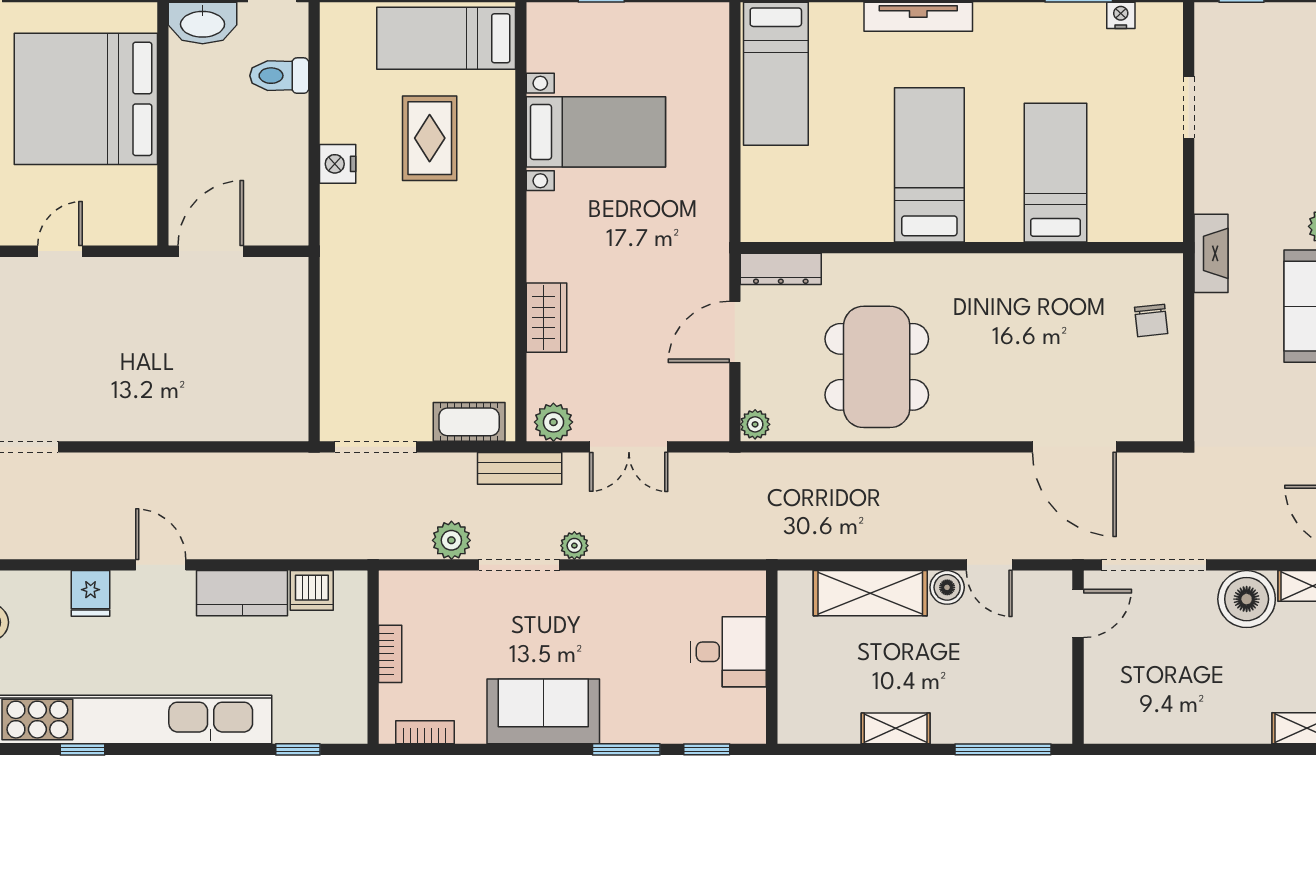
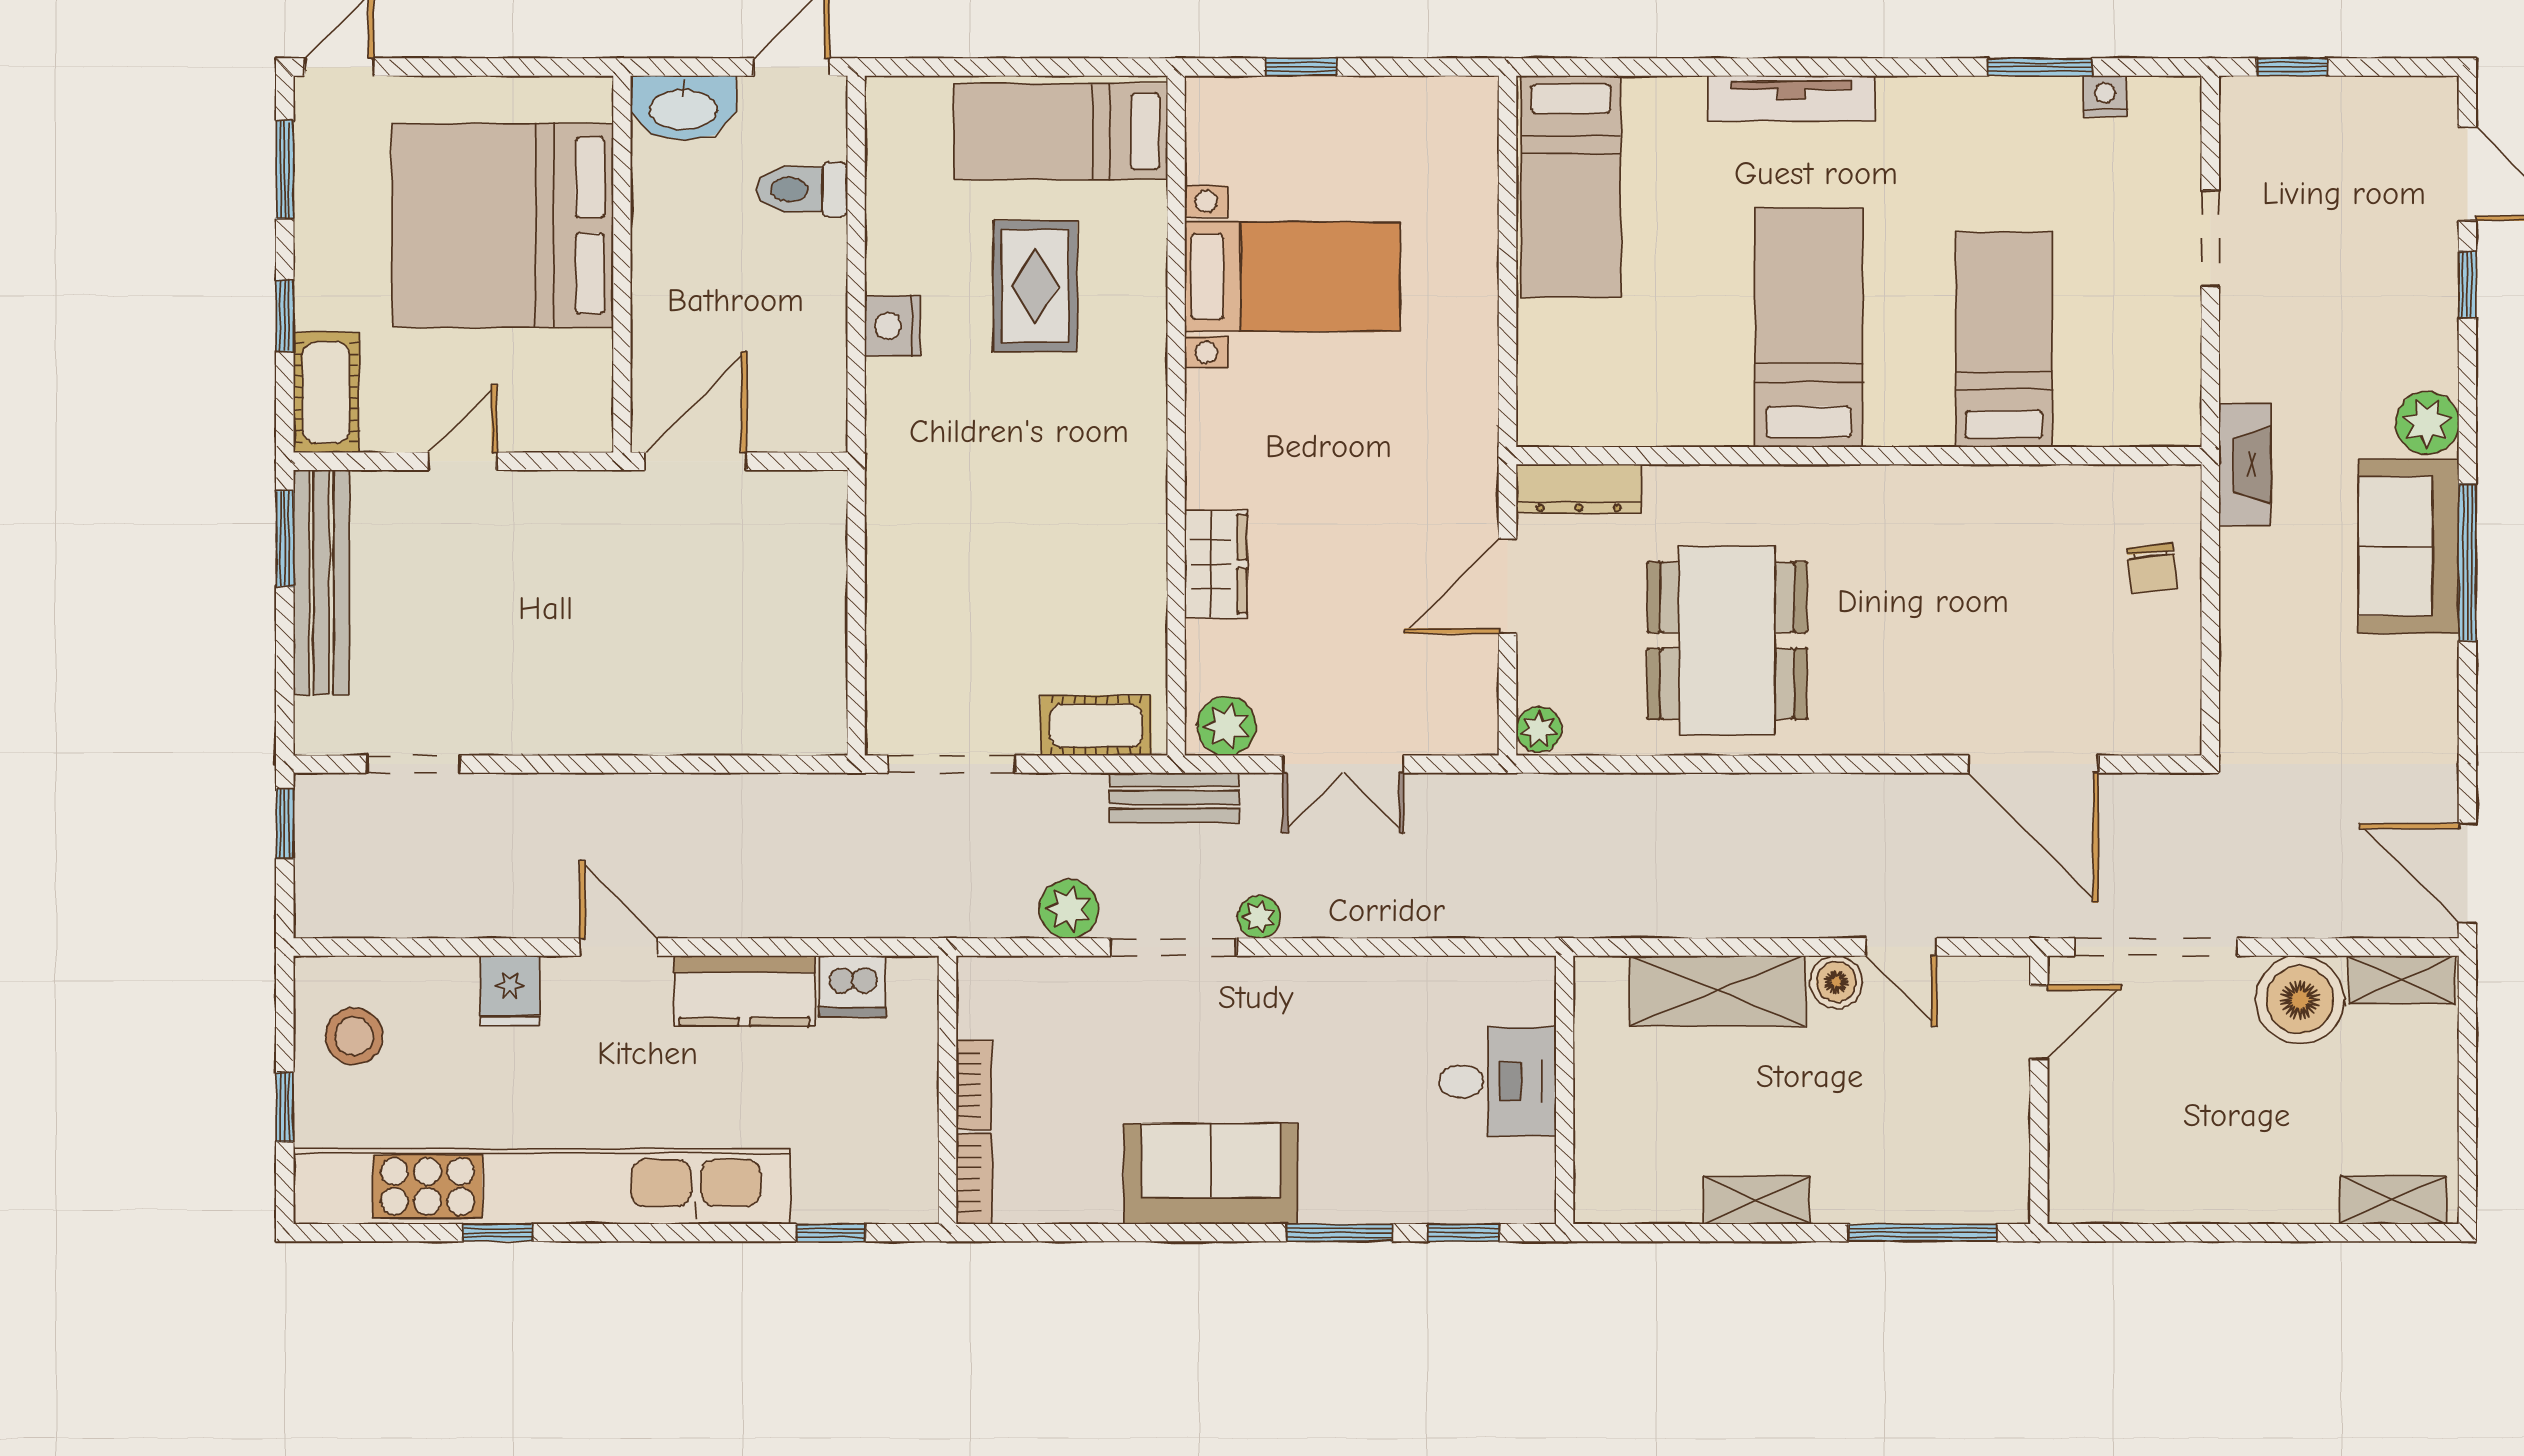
bookcase: (425, 732) -> (974, 1179), moved, turned 90

